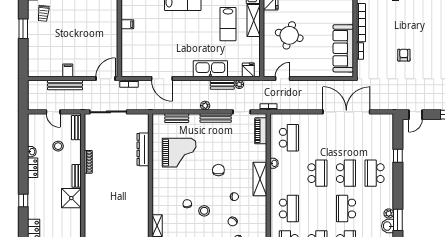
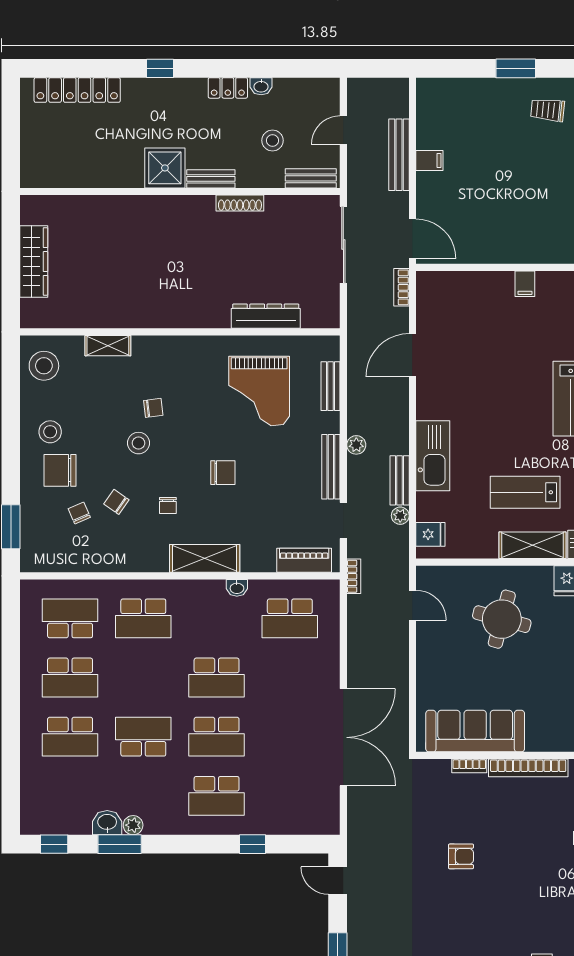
school desk: (375, 173) -> (217, 796), turned 180

